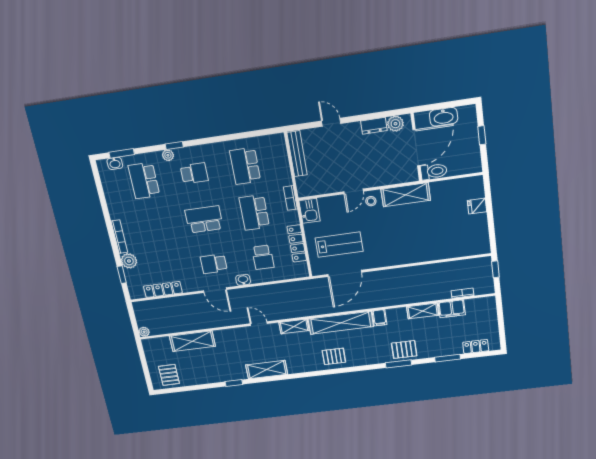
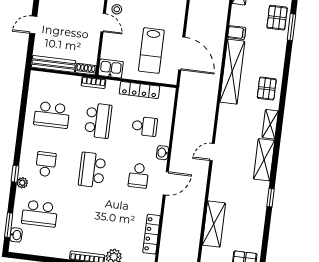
shoe rack: (302, 187) -> (86, 69), added
school desk: (254, 212) -> (98, 121), turned -90
lab bench: (339, 245) -> (151, 51), turned 180
shelving: (294, 326) -> (270, 124), moved

